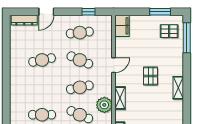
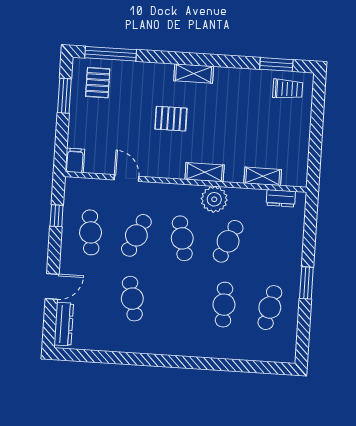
door: (46, 12) -> (52, 286), hinge flipped
filing cabinet: (122, 26) -> (75, 160), width x0.50
door: (114, 65) -> (126, 178), moved

